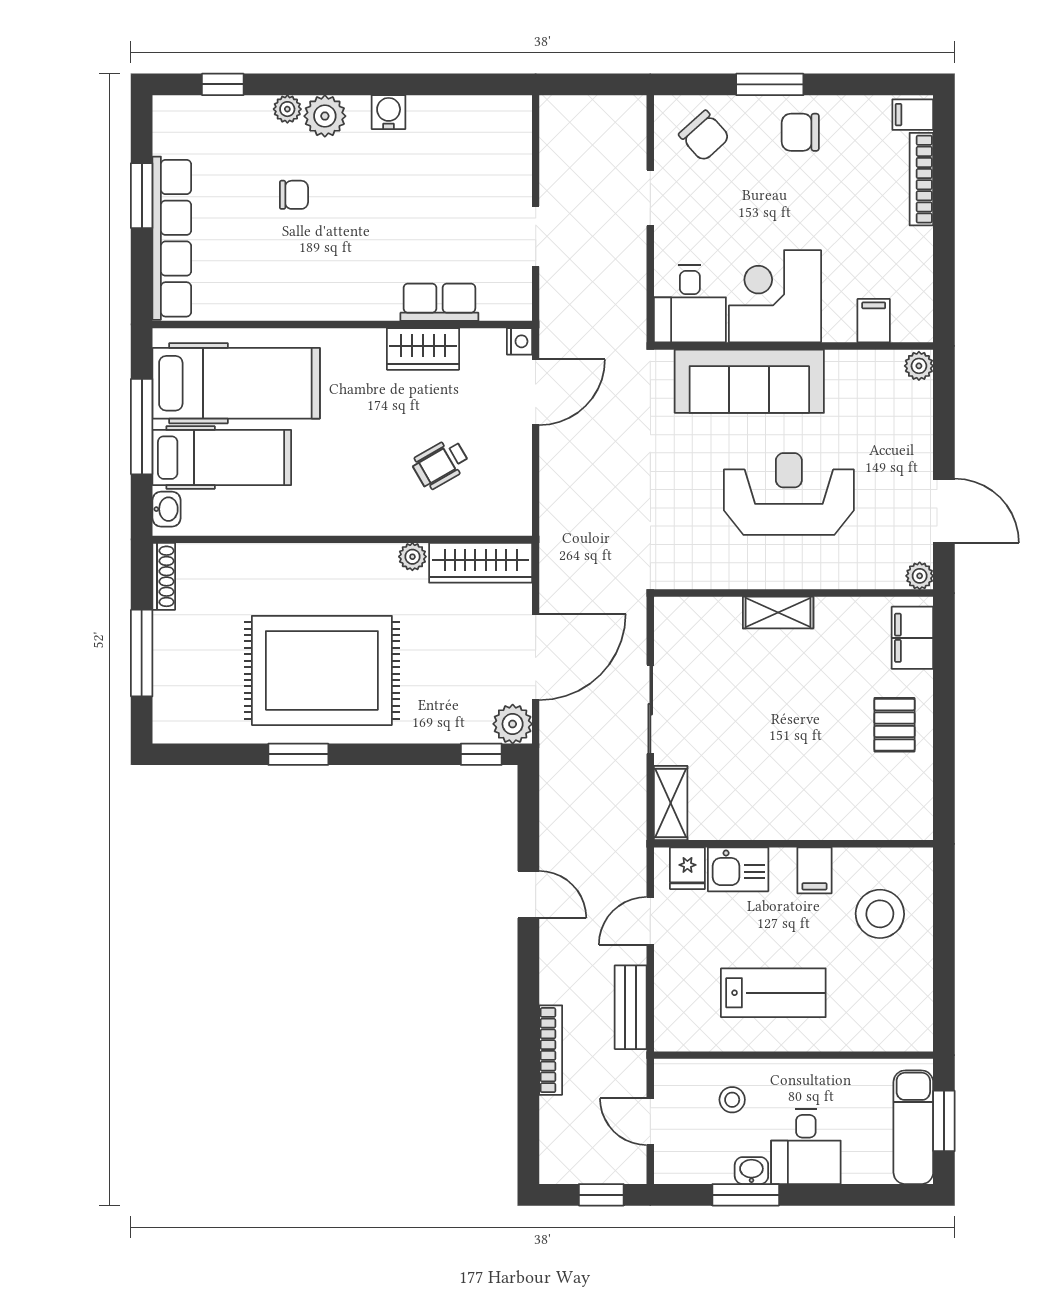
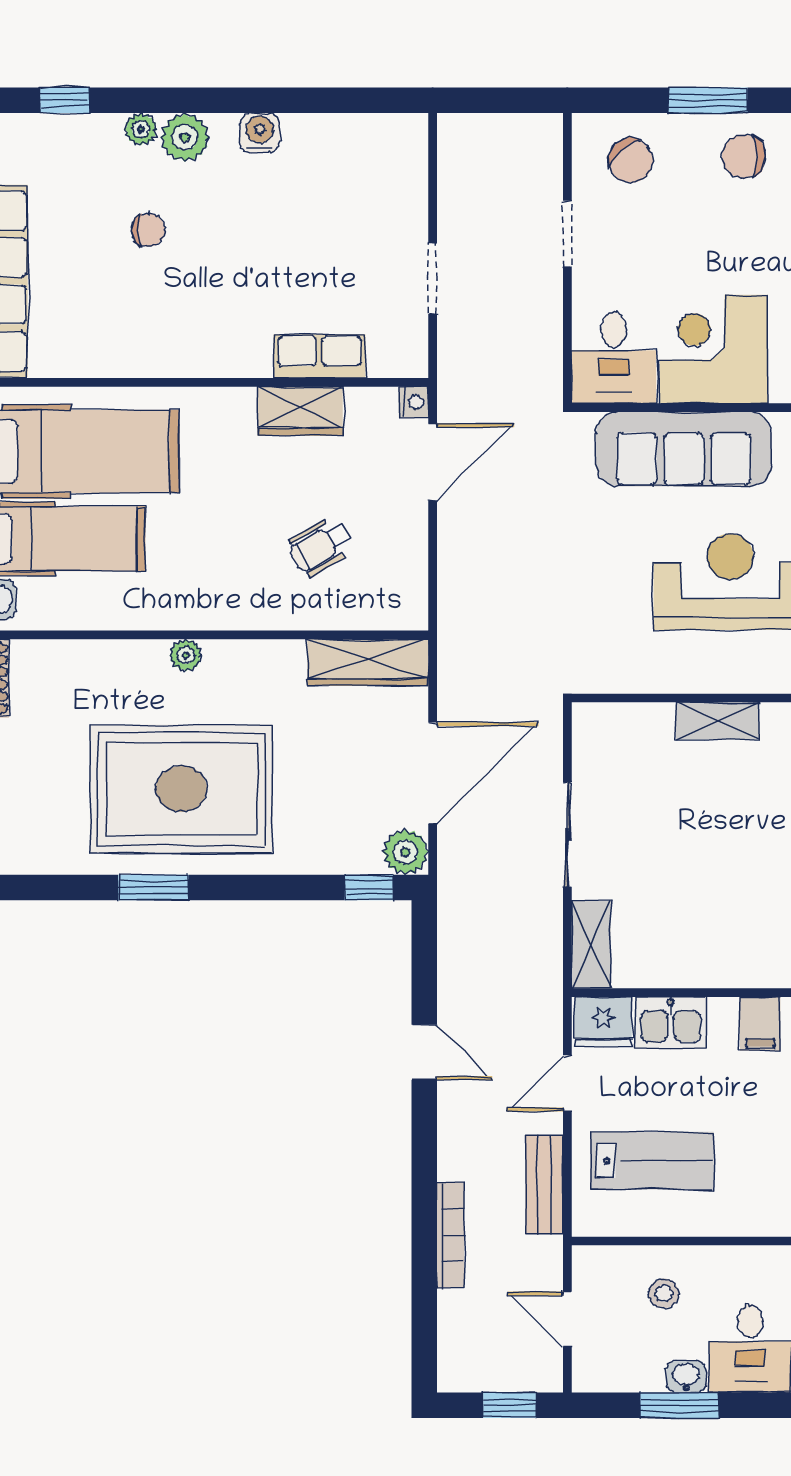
plant: (412, 557) -> (186, 655), moved
fridge: (687, 868) -> (603, 1021), width x1.38
lab bench: (773, 993) -> (652, 1161), moved

